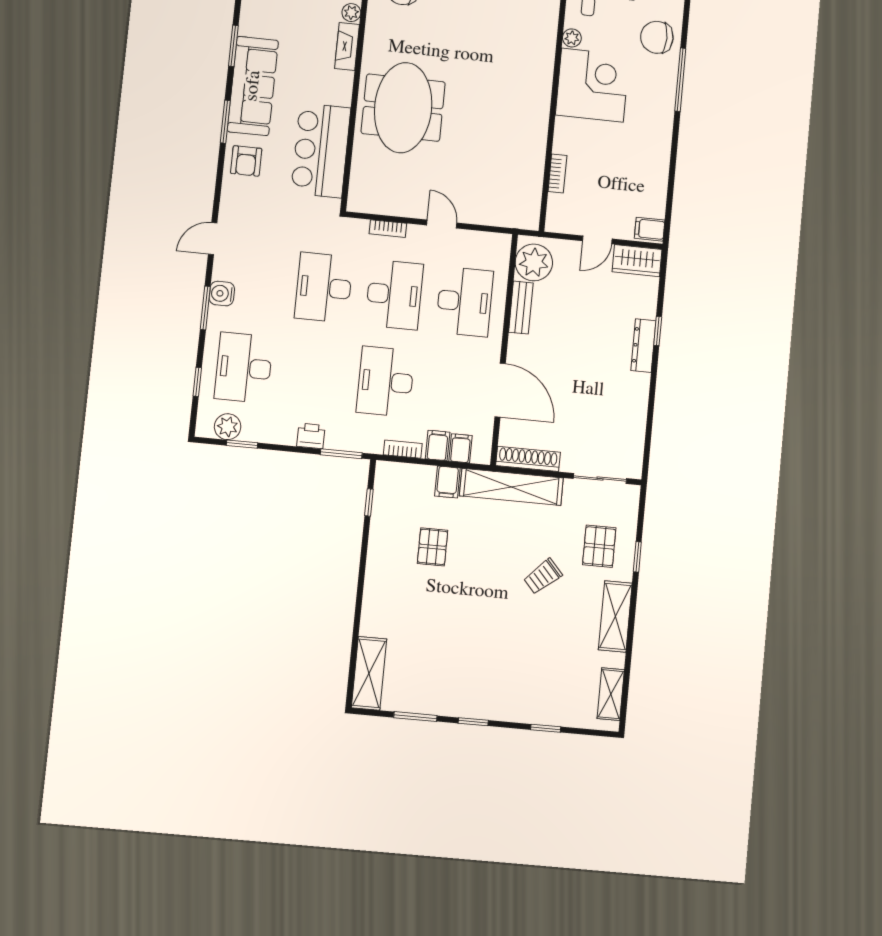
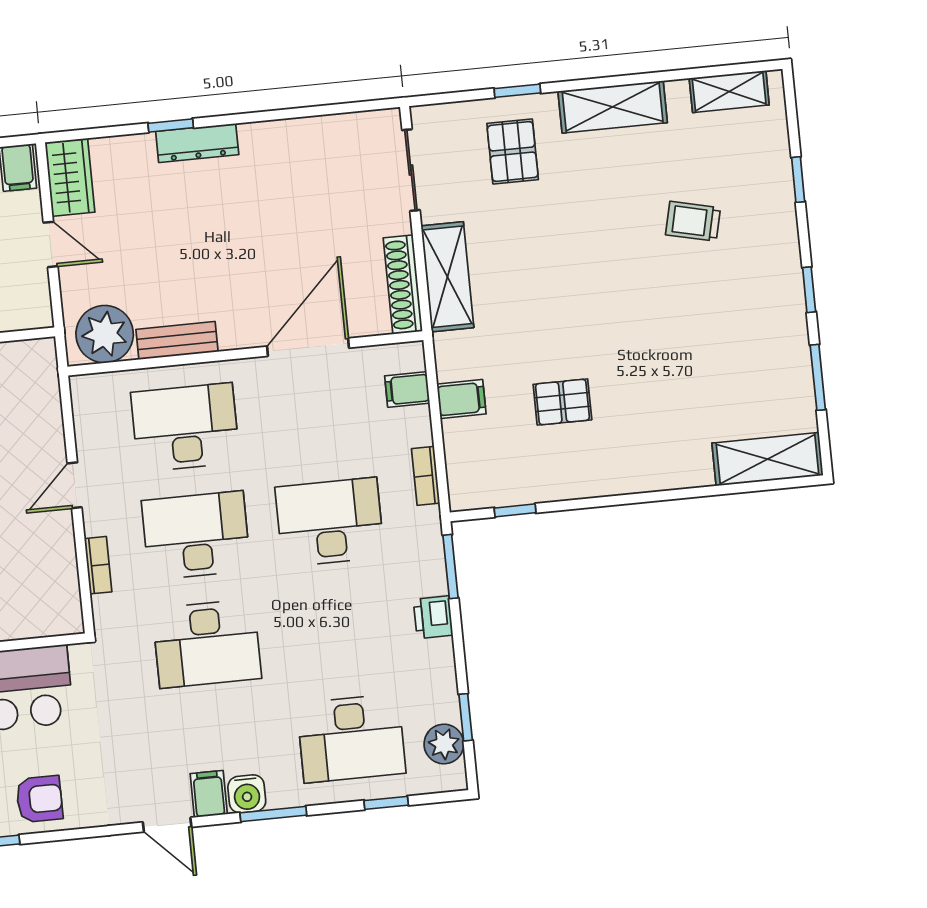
desk: (385, 382) -> (330, 522), turned 180
filing cabinet: (438, 445) -> (209, 794), moved, turned 90
shelving: (511, 487) -> (447, 277), width x0.68
pallet: (599, 546) -> (513, 151), turned 90
trolley: (543, 576) -> (693, 221), moved, turned 145

